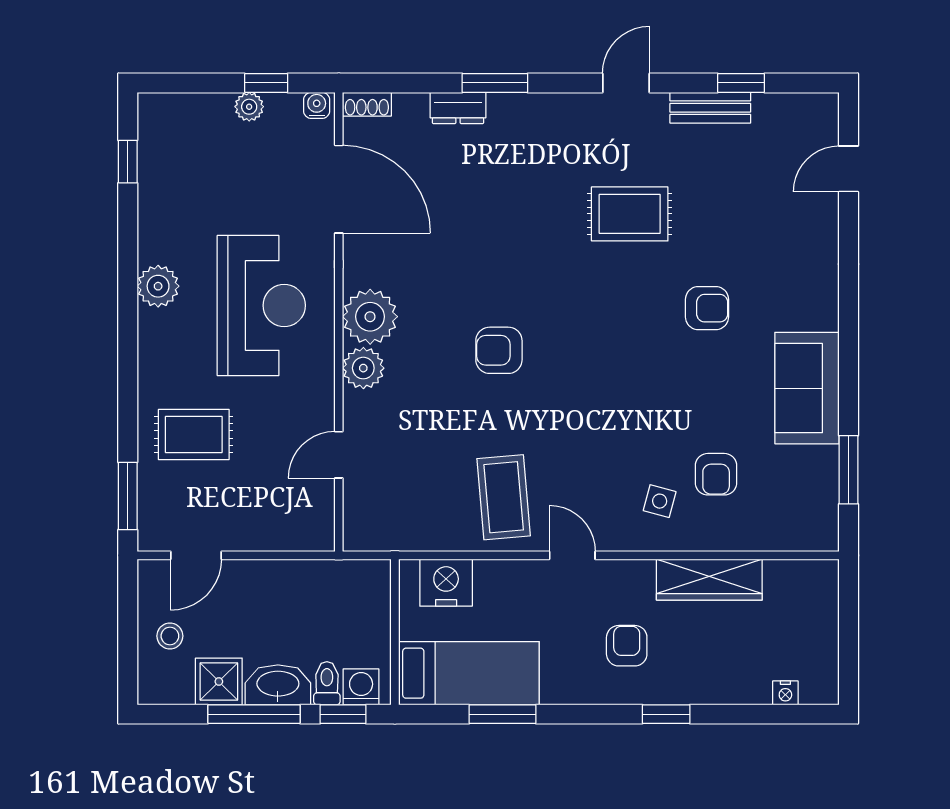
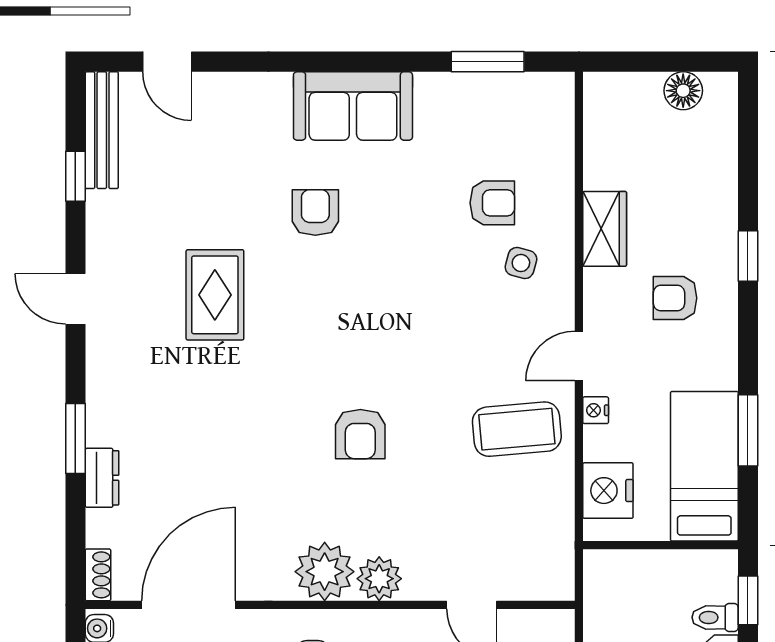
bench: (710, 108) -> (102, 130), moved, width x1.36
sofa: (807, 388) -> (353, 106), moved
wardrobe: (709, 580) -> (605, 229), width x0.67
floor lamp: (821, 653) -> (683, 91), added
washing machine: (361, 687) -> (719, 581), removed
nightstand: (785, 693) -> (596, 410), moved, turned 180

